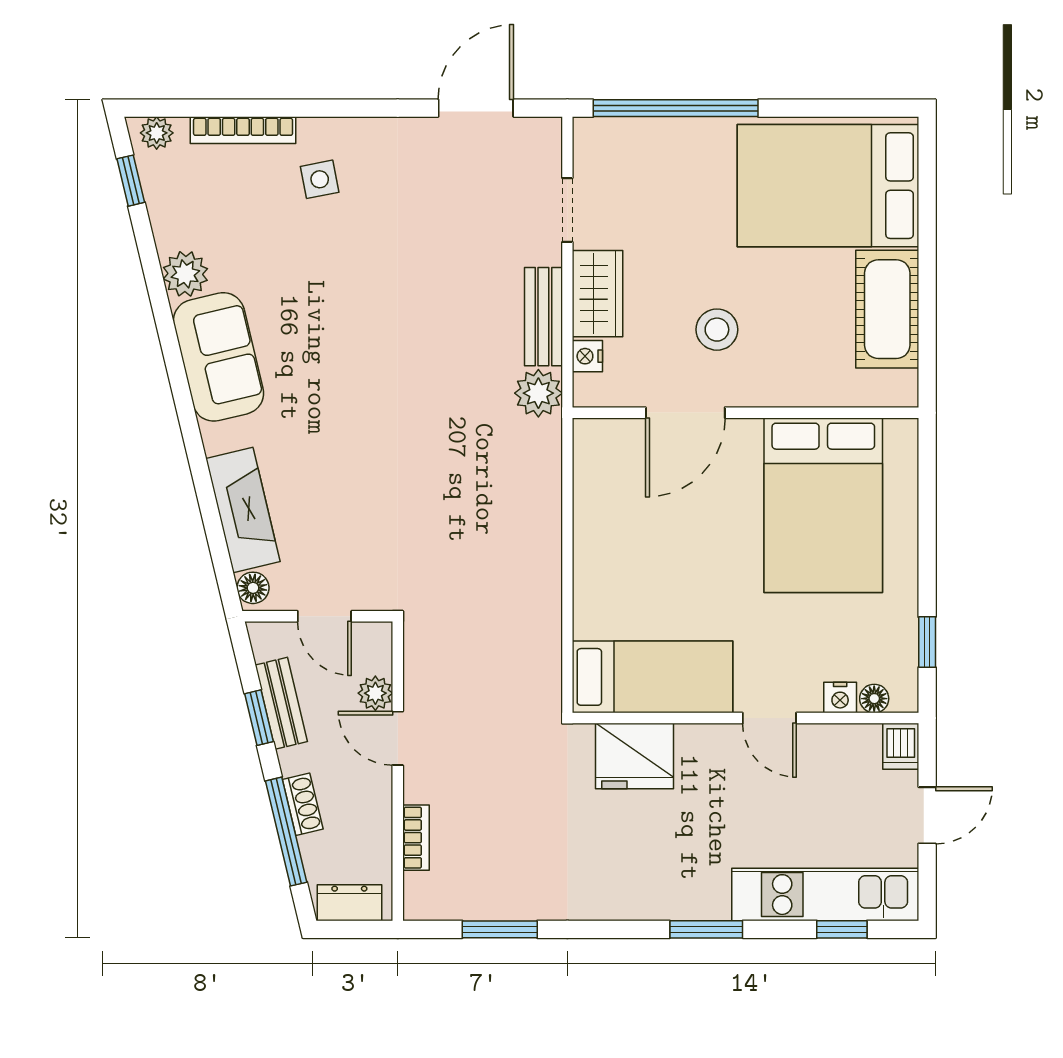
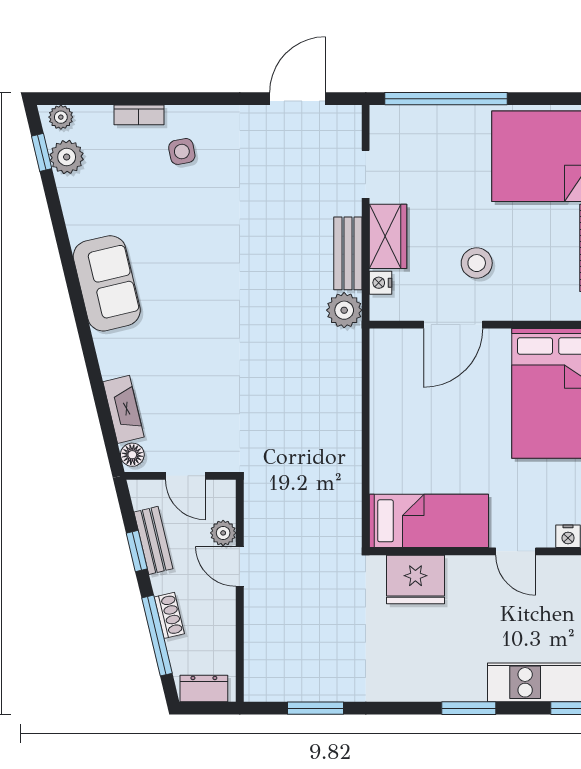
bookcase: (243, 130) -> (139, 115), width x0.64
plant: (185, 274) -> (67, 157), moved
fireplace: (243, 510) -> (123, 409), width x0.73, depth x0.76
bookcase: (416, 838) -> (253, 640), removed

